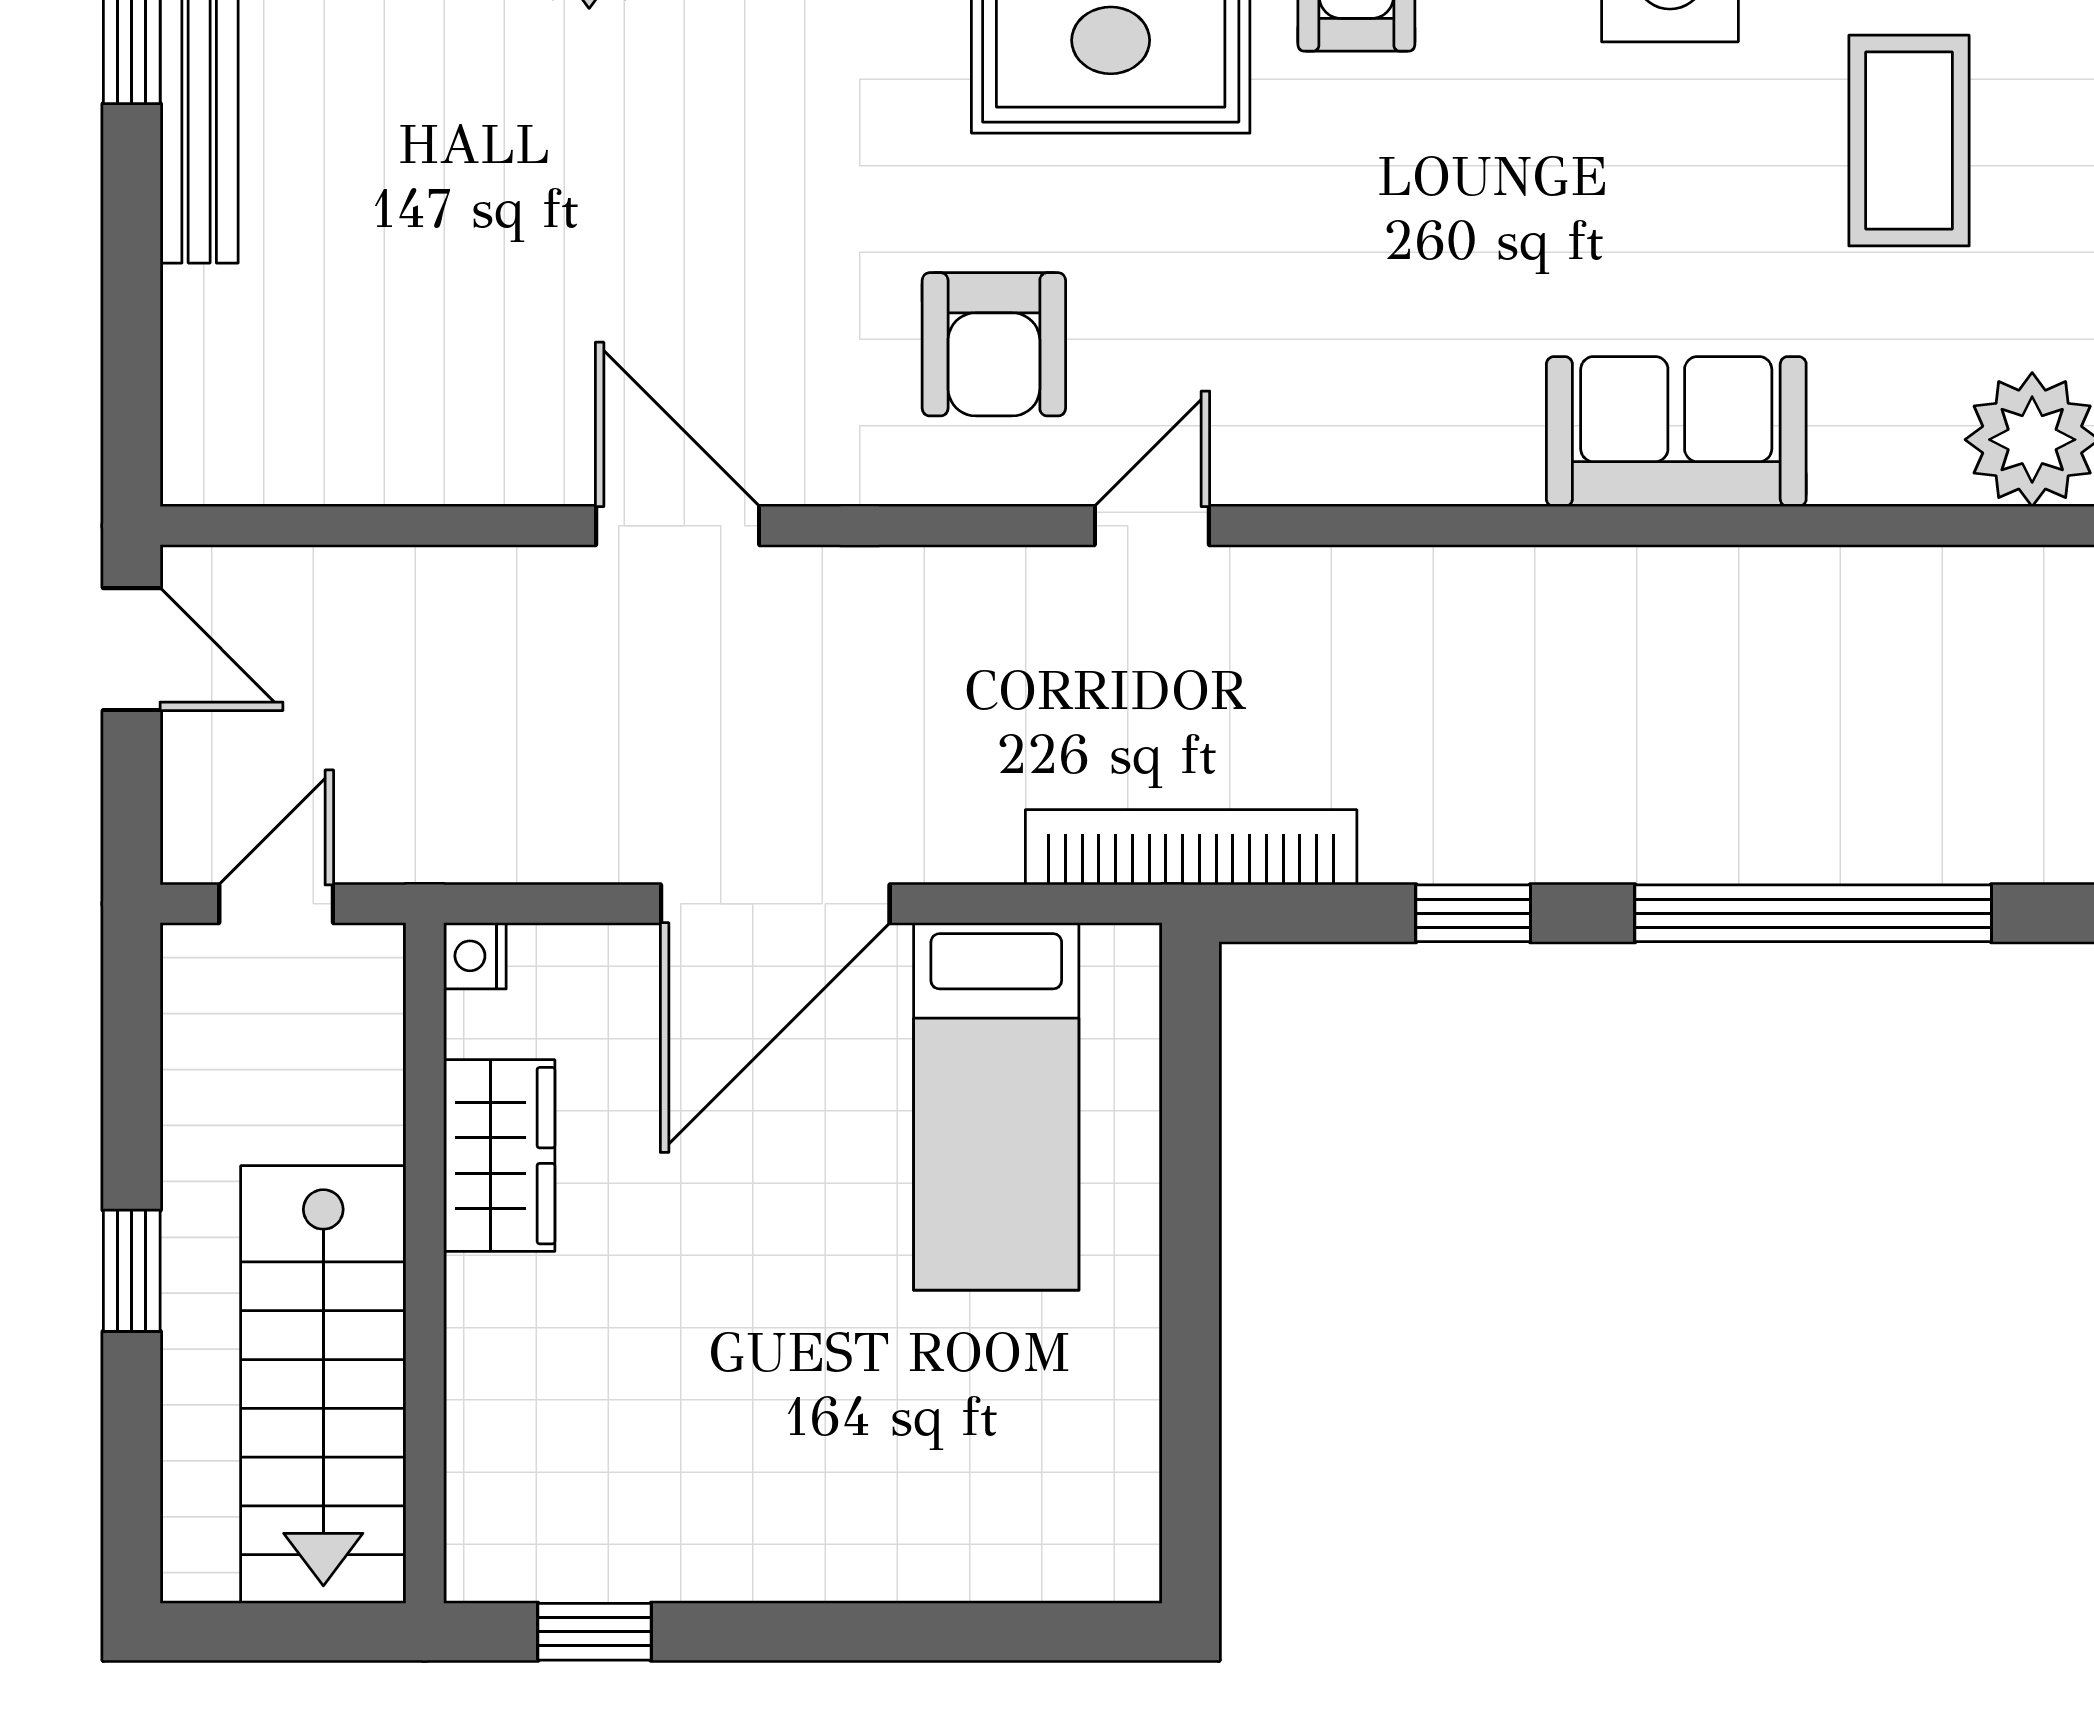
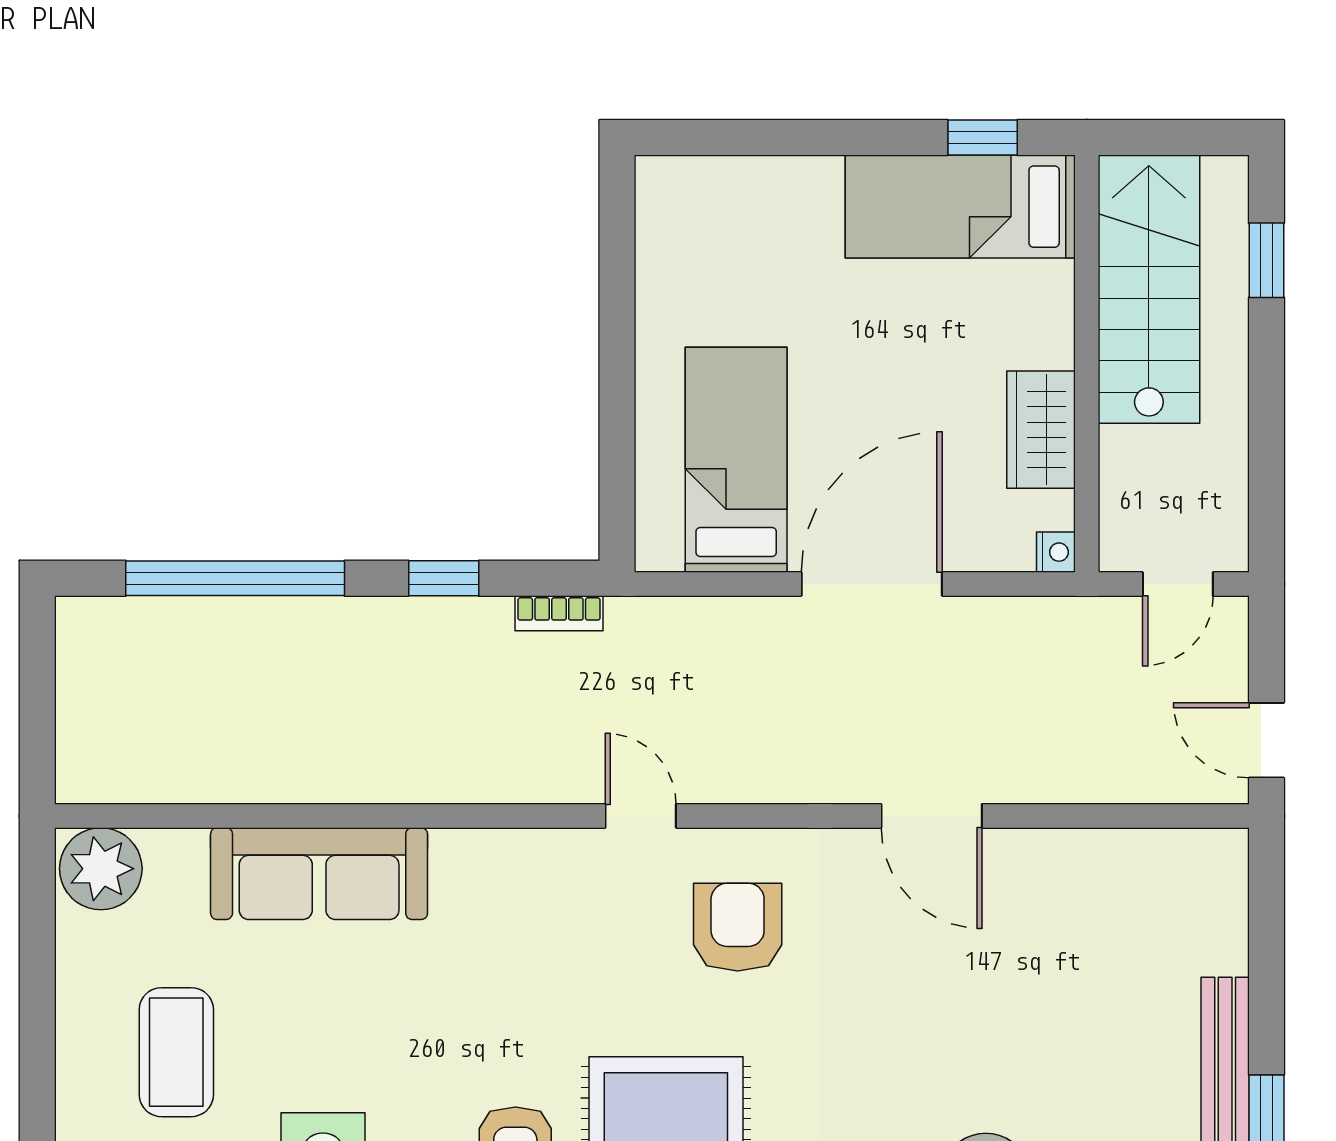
sofa: (1676, 432) -> (319, 874), width x1.36
door: (1152, 526) -> (641, 816), swing flipped
bookcase: (1191, 847) -> (559, 613), width x0.43, depth x0.76
window: (132, 1271) -> (1266, 260), moved
bed: (631, 1519) -> (960, 207), added

